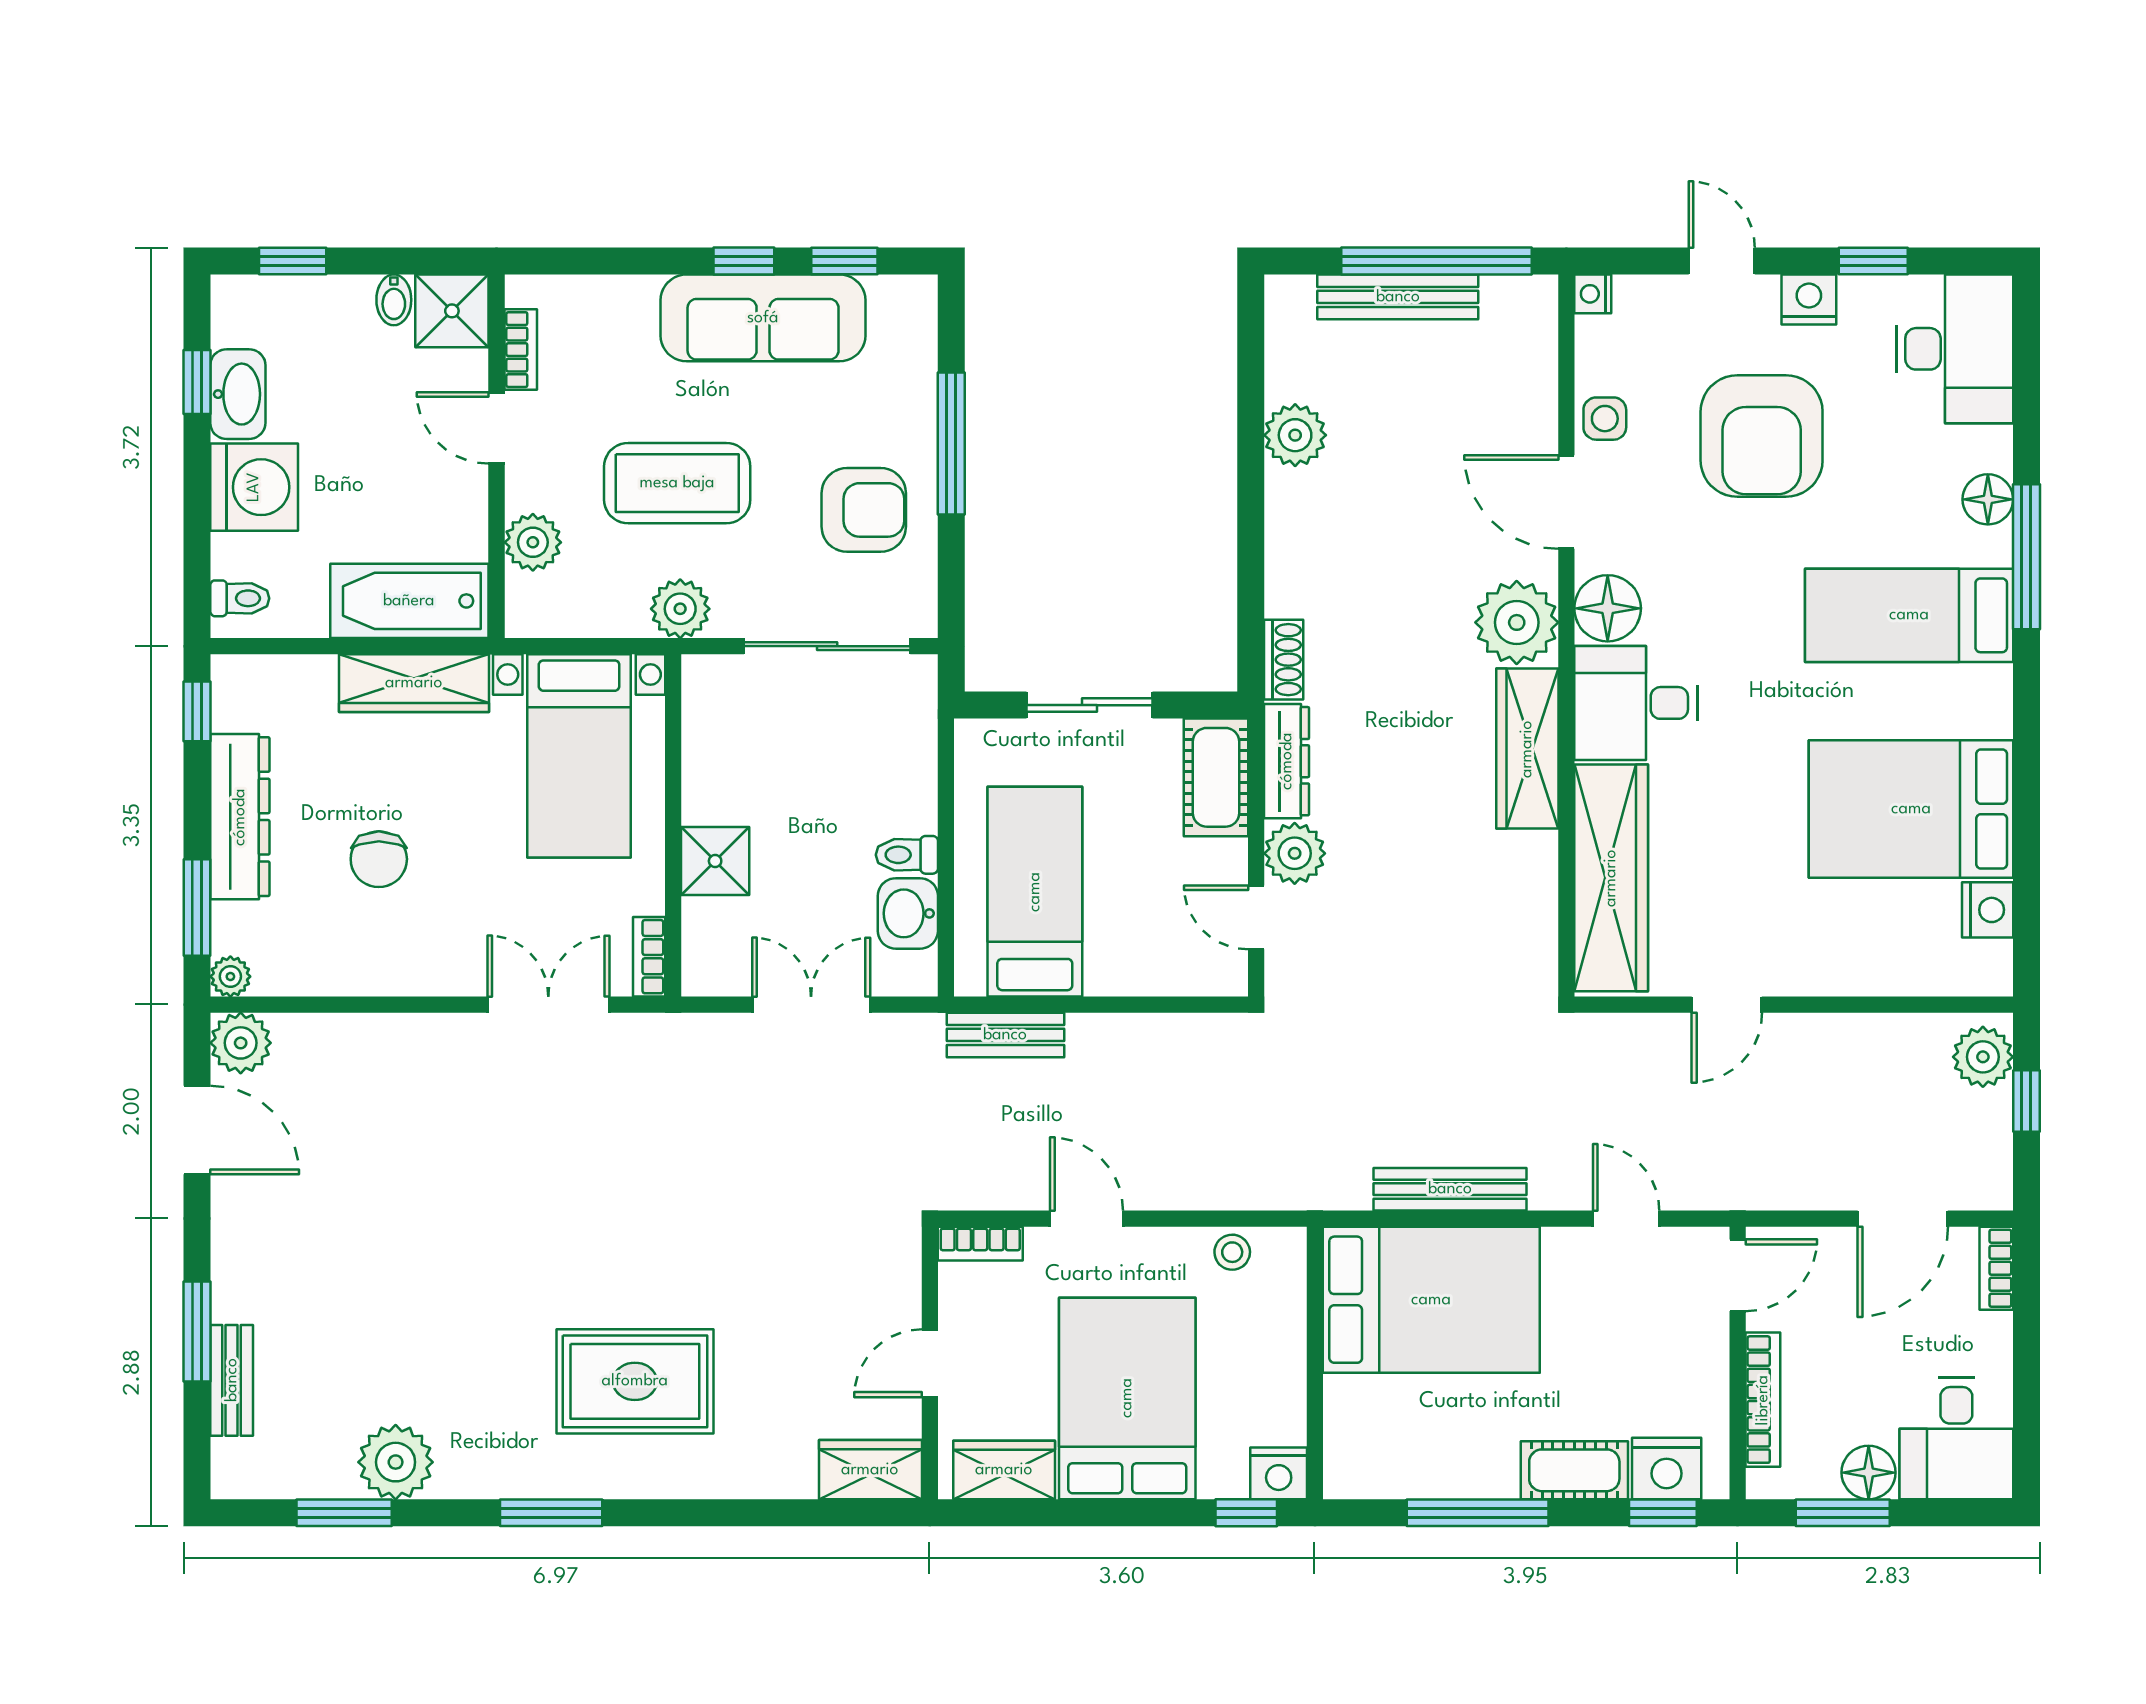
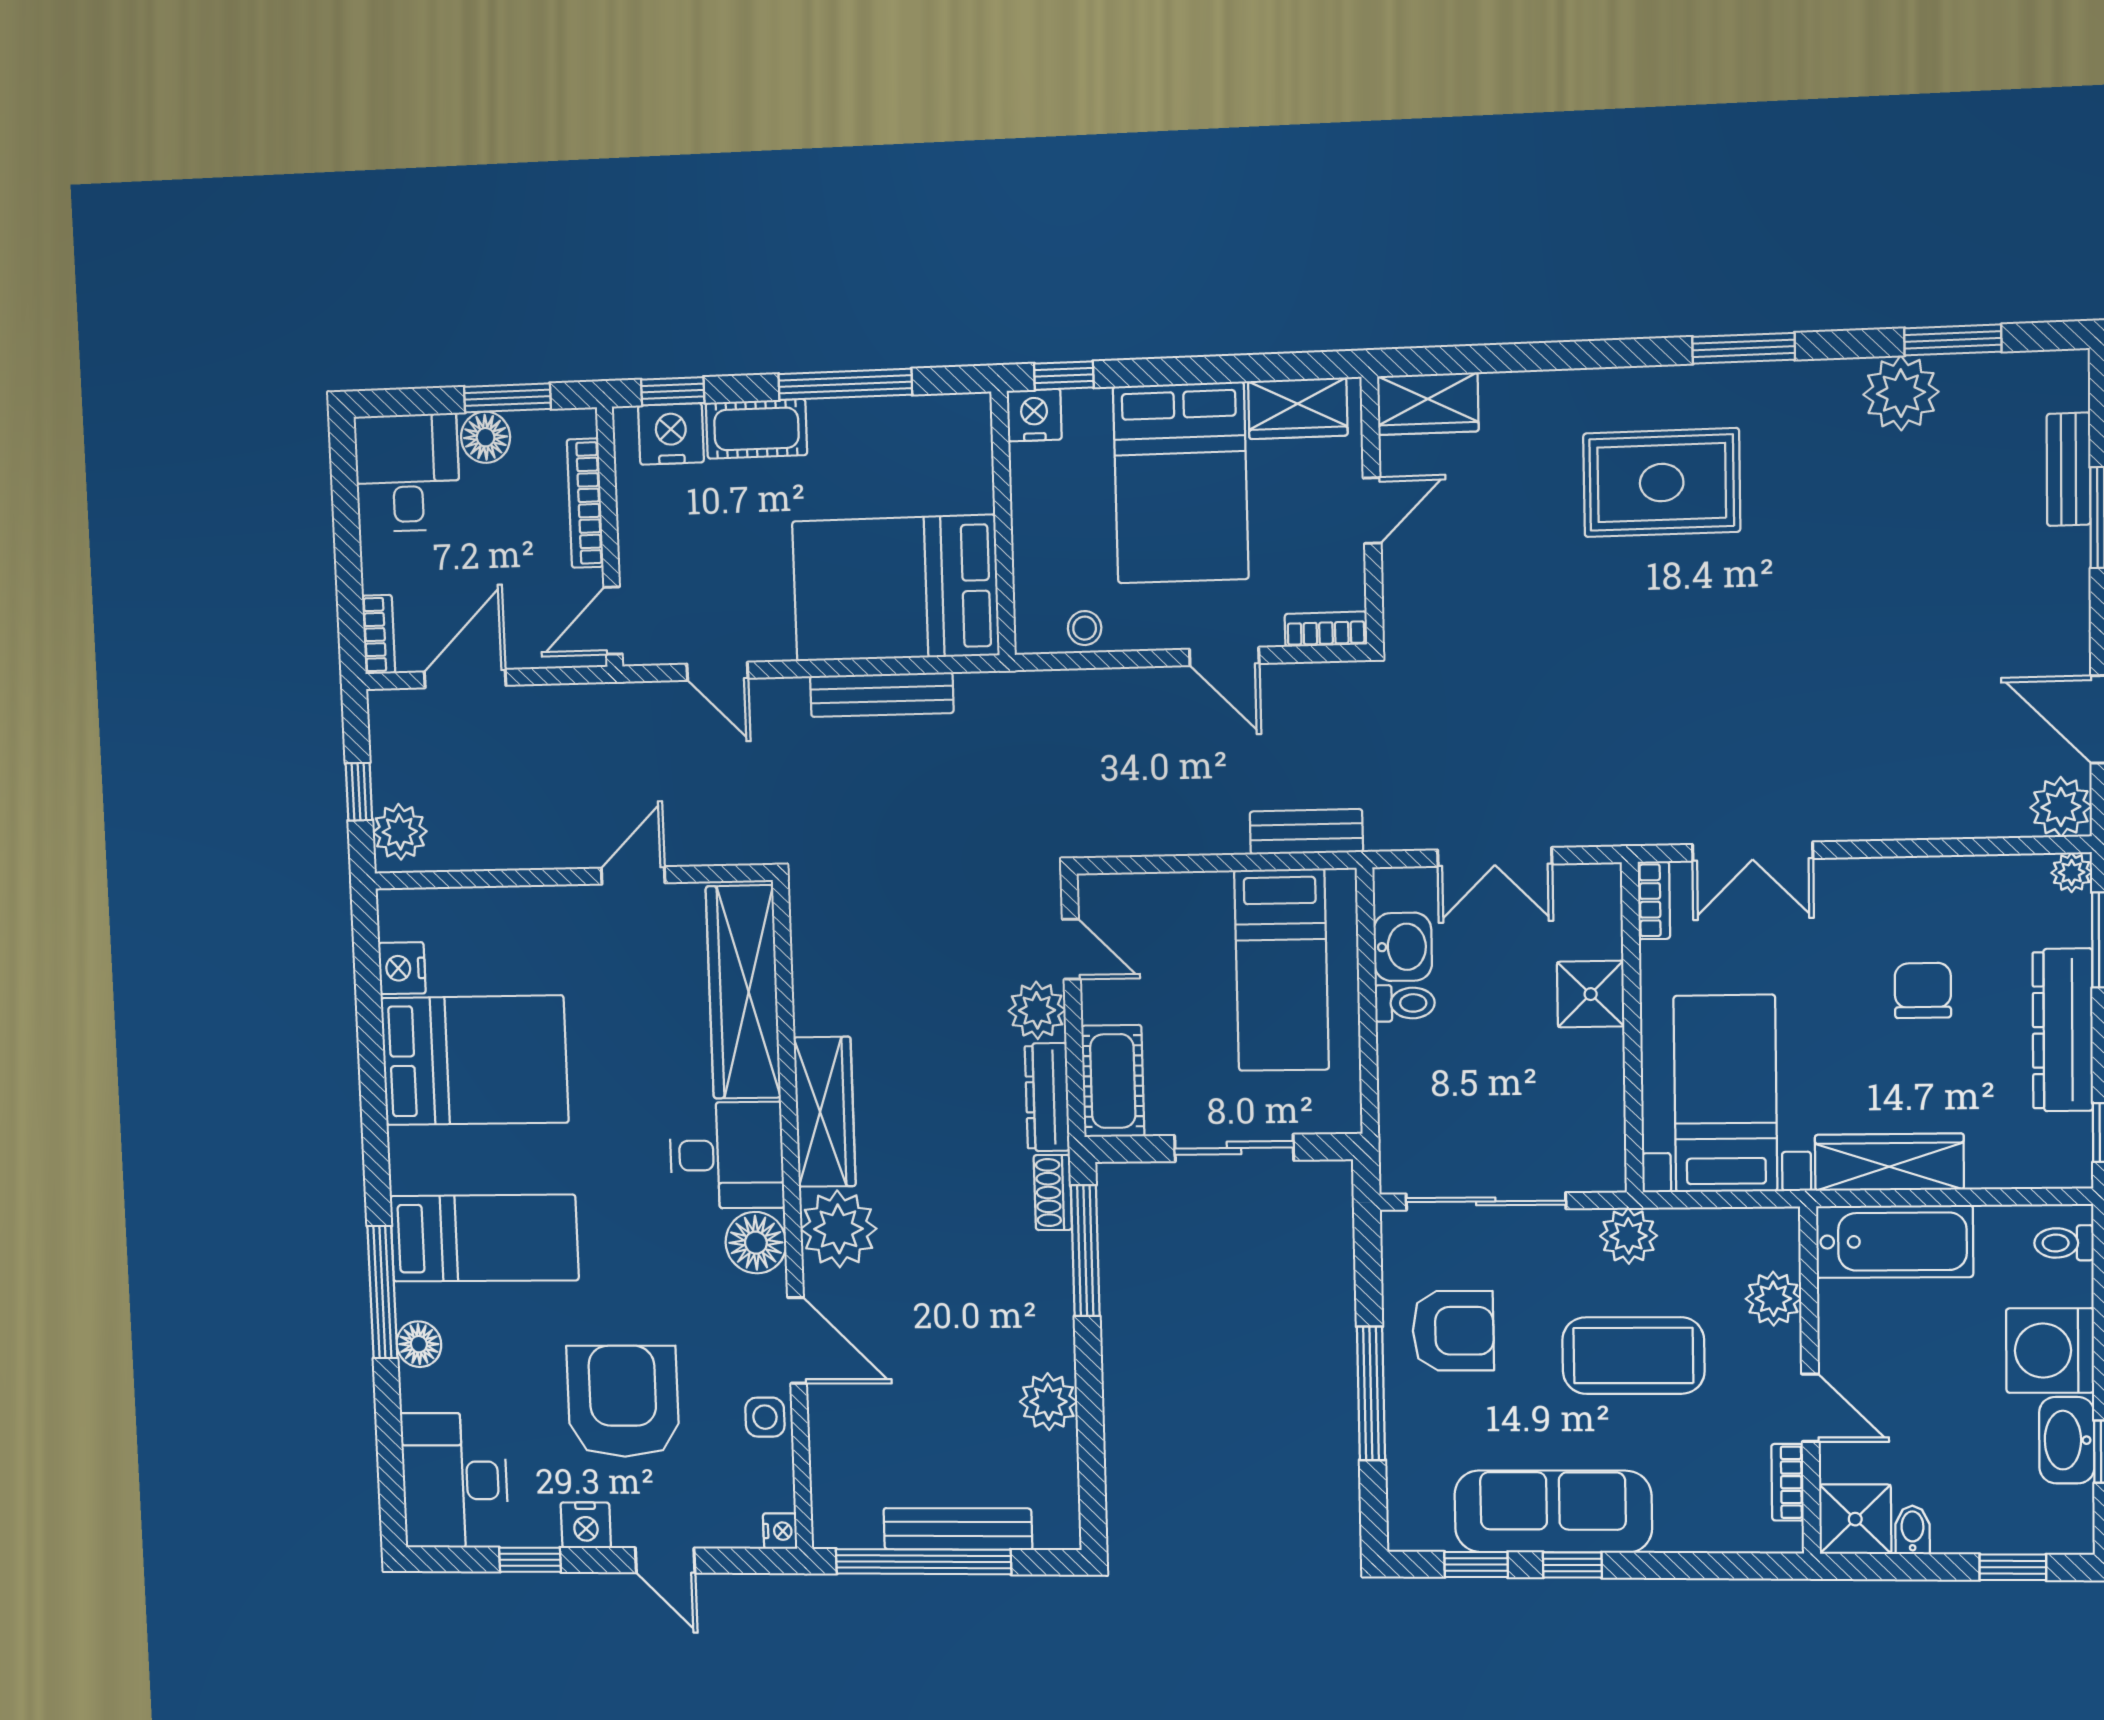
armchair: (864, 510) -> (1453, 1331), turned 180
window: (1251, 597) -> (1085, 1251), added

